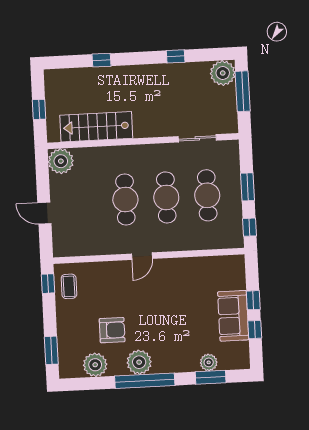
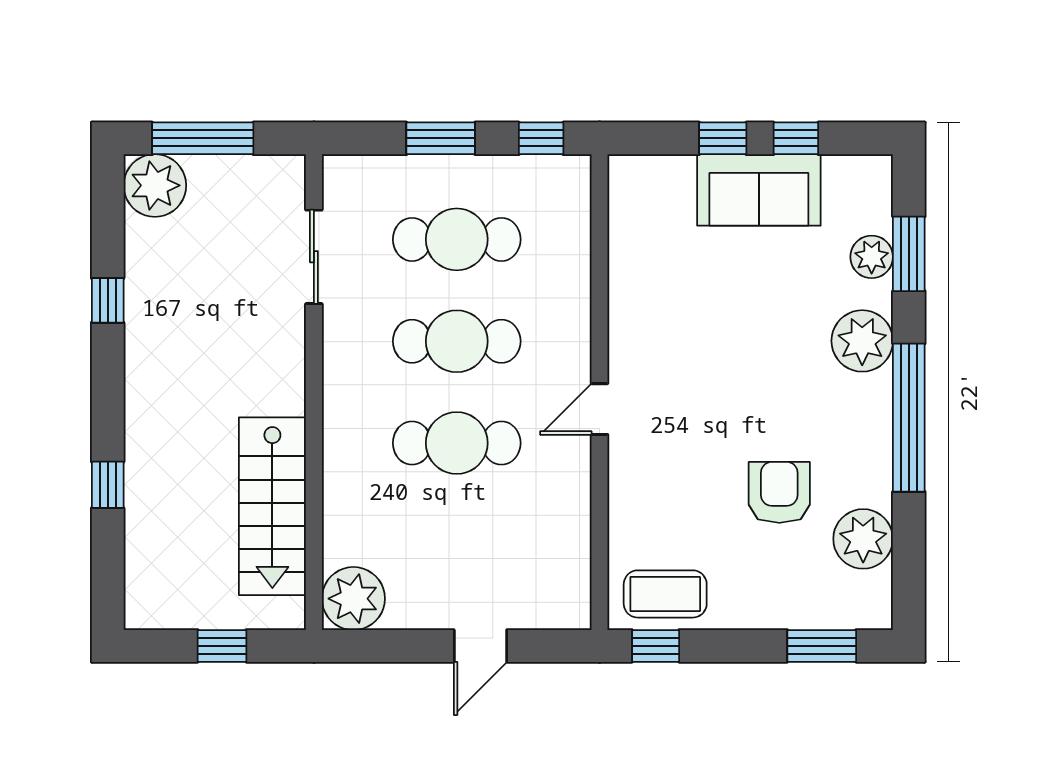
door: (142, 256) -> (599, 409), swing flipped
coffee table: (69, 286) -> (665, 594), width x1.36, depth x1.30
plant: (139, 362) -> (862, 341), moved

